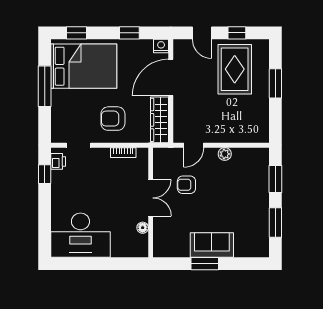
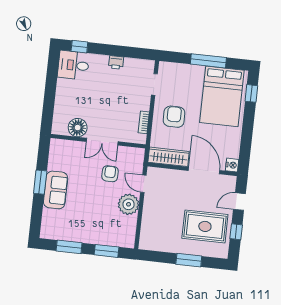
window: (129, 33) -> (246, 139), removed
plant: (225, 154) -> (129, 204), width x1.88, depth x1.88
printer: (58, 161) -> (116, 62), moved
window: (45, 174) -> (79, 47), moved
floor lamp: (143, 228) -> (78, 128), width x1.89, depth x1.89
desk: (80, 235) -> (73, 65), width x0.53, depth x0.77

